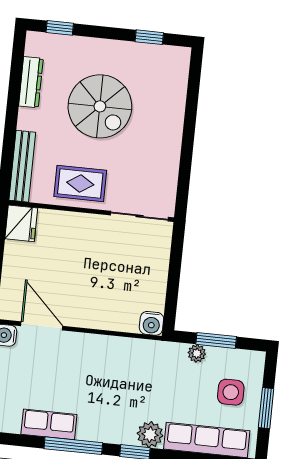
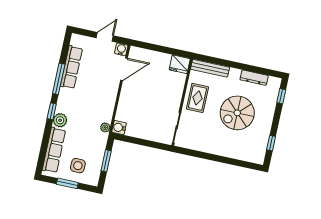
plant: (197, 353) -> (105, 127), moved
row of seats: (49, 424) -> (71, 67), width x1.48

